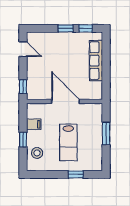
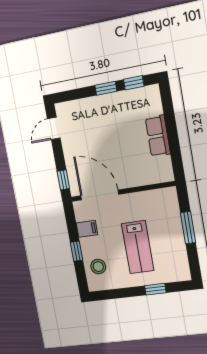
door: (23, 49) -> (54, 128), swing flipped
row of seats: (96, 61) -> (158, 136), width x0.68
door: (66, 101) -> (100, 195), moved

